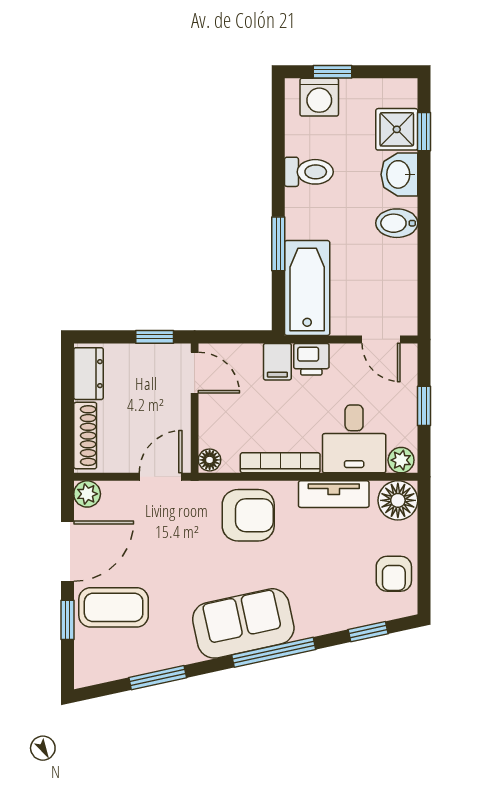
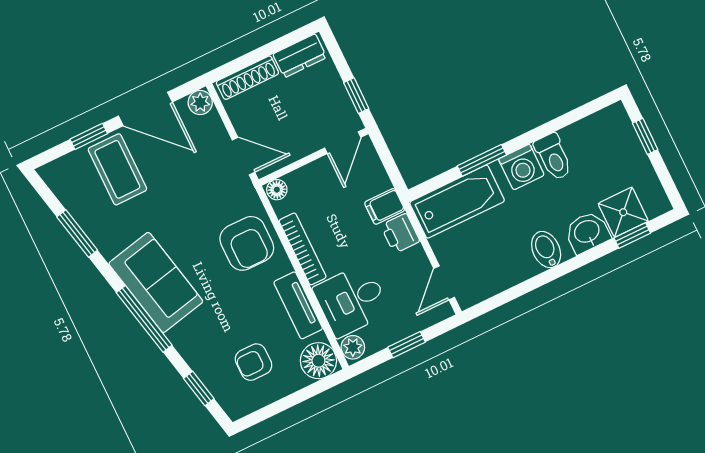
washing machine: (319, 97) -> (521, 167), moved, turned -90
armchair: (394, 574) -> (254, 362), moved

